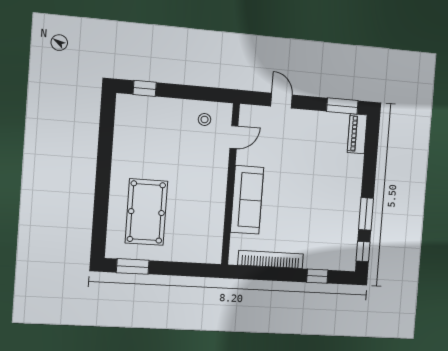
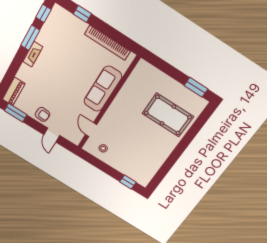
armchair: (307, 123) -> (42, 114), added
door: (234, 137) -> (91, 130), hinge flipped
fireplace: (354, 195) -> (33, 54), added
pool table: (146, 212) -> (168, 115), turned 90

